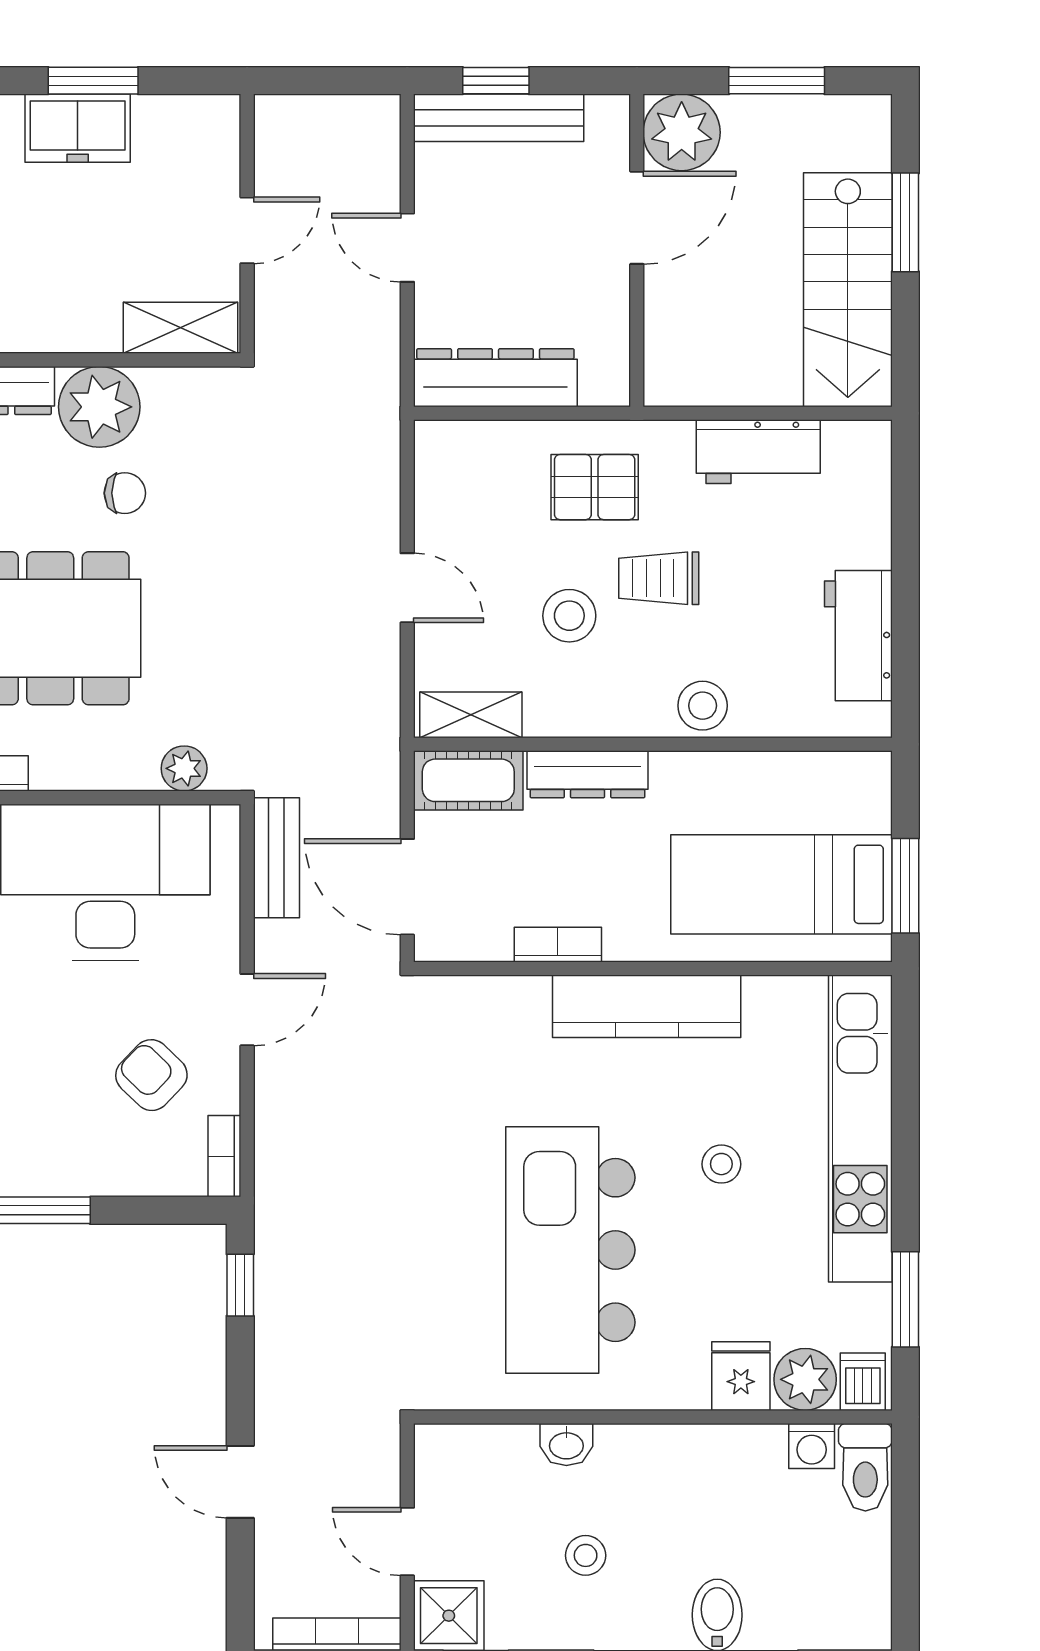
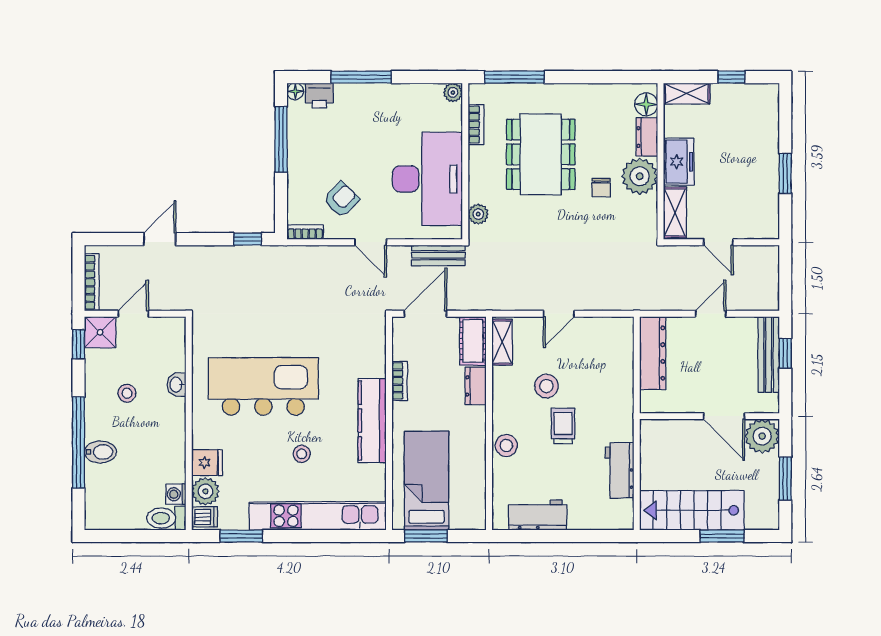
freezer: (78, 128) -> (679, 162), moved, turned 180
pallet: (595, 487) -> (604, 397), removed
dresser: (588, 774) -> (476, 386), width x0.70

